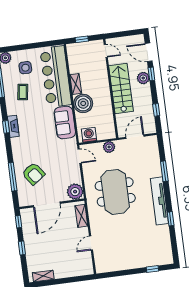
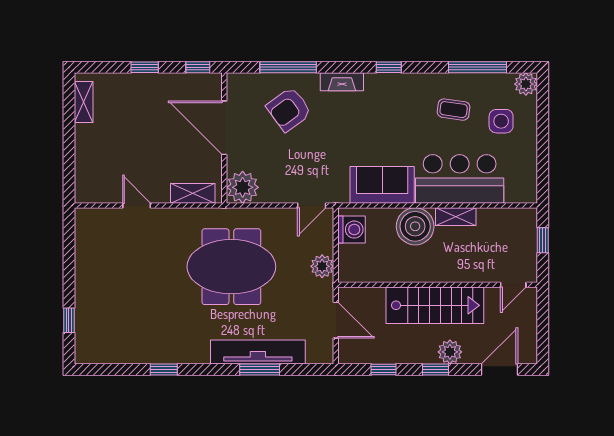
window: (151, 74) -> (435, 369), moved
bar counter: (56, 77) -> (460, 179), width x0.73
fireplace: (13, 126) -> (342, 82), moved
tv unit: (159, 201) -> (258, 352), moved

